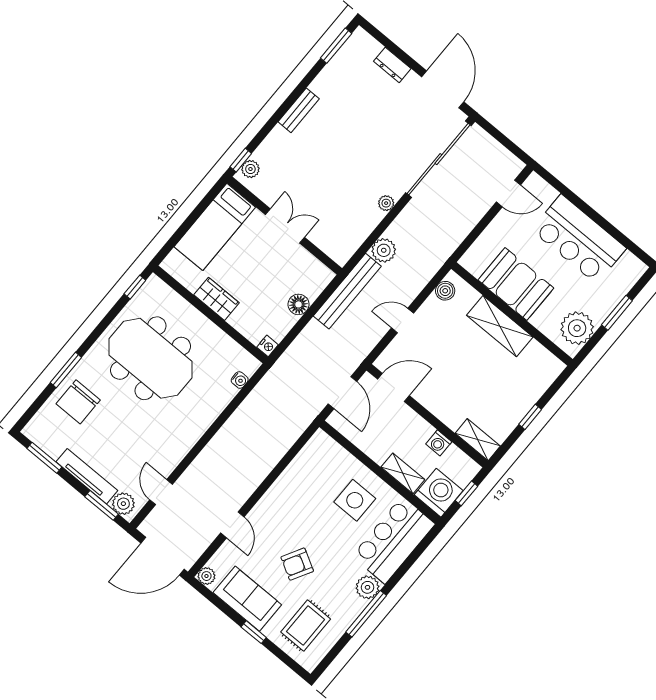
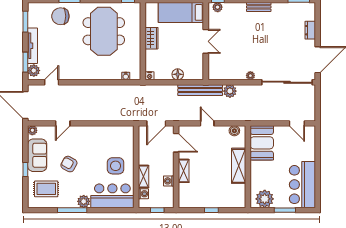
bar counter: (579, 239) -> (302, 185), moved
booth: (516, 284) -> (262, 143), moved
shelving: (478, 440) -> (184, 171), moved
washing machine: (439, 493) -> (143, 194), width x0.53, depth x0.53

